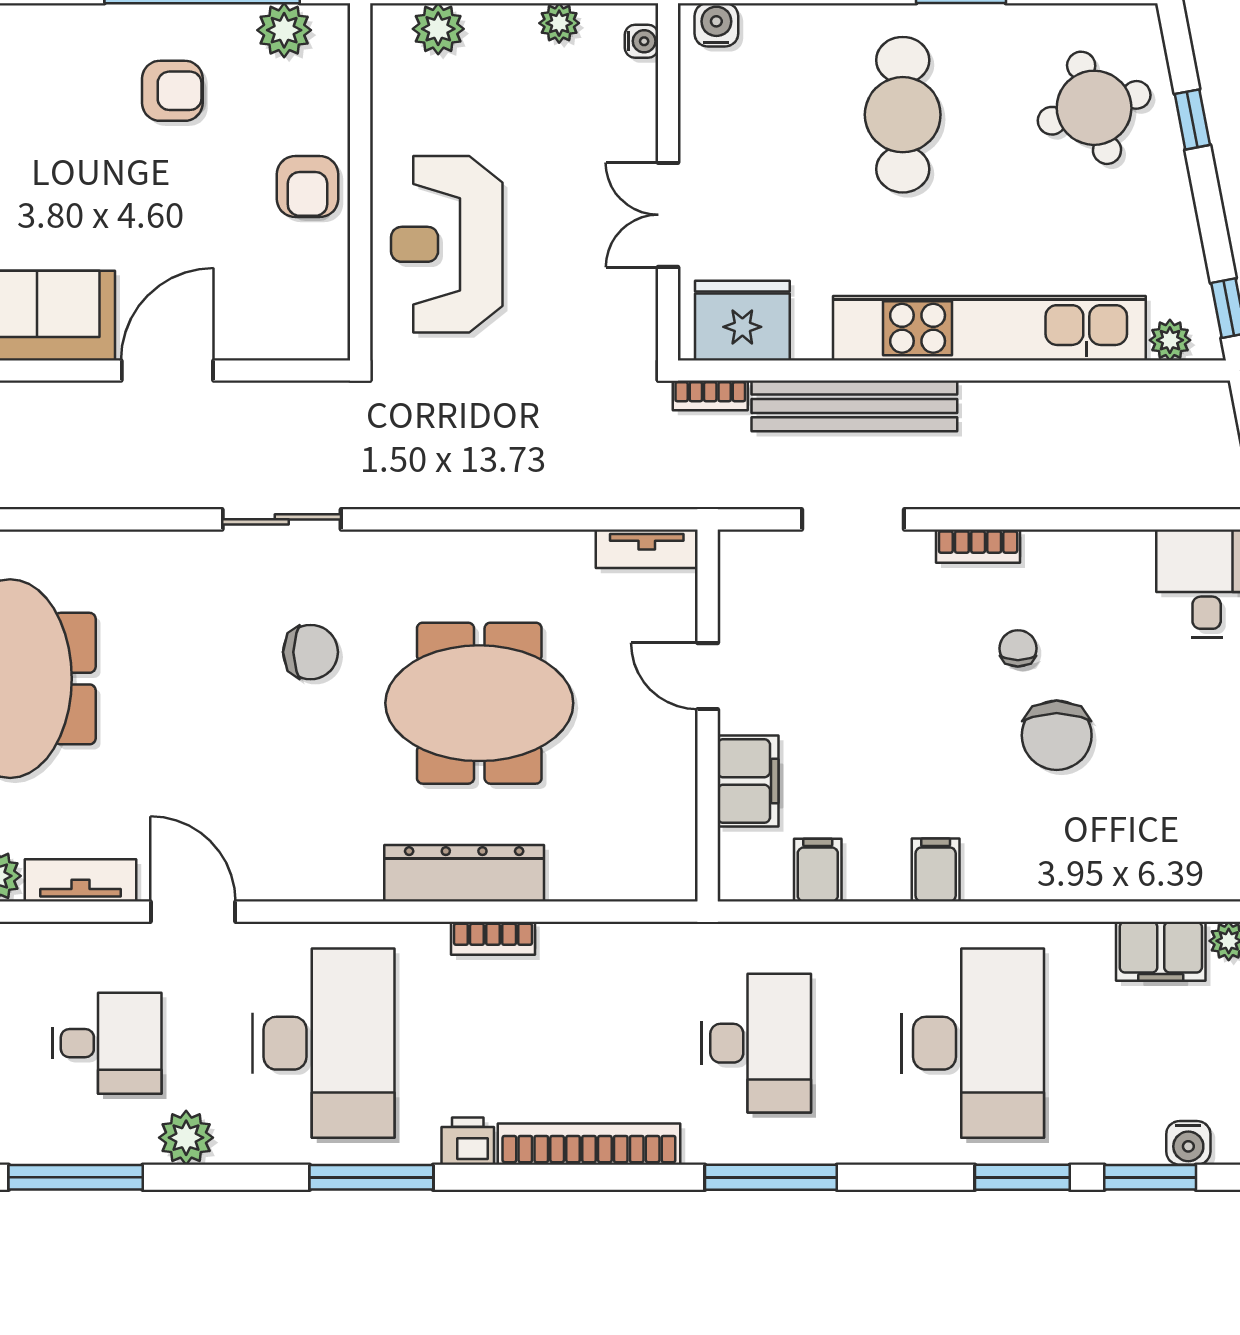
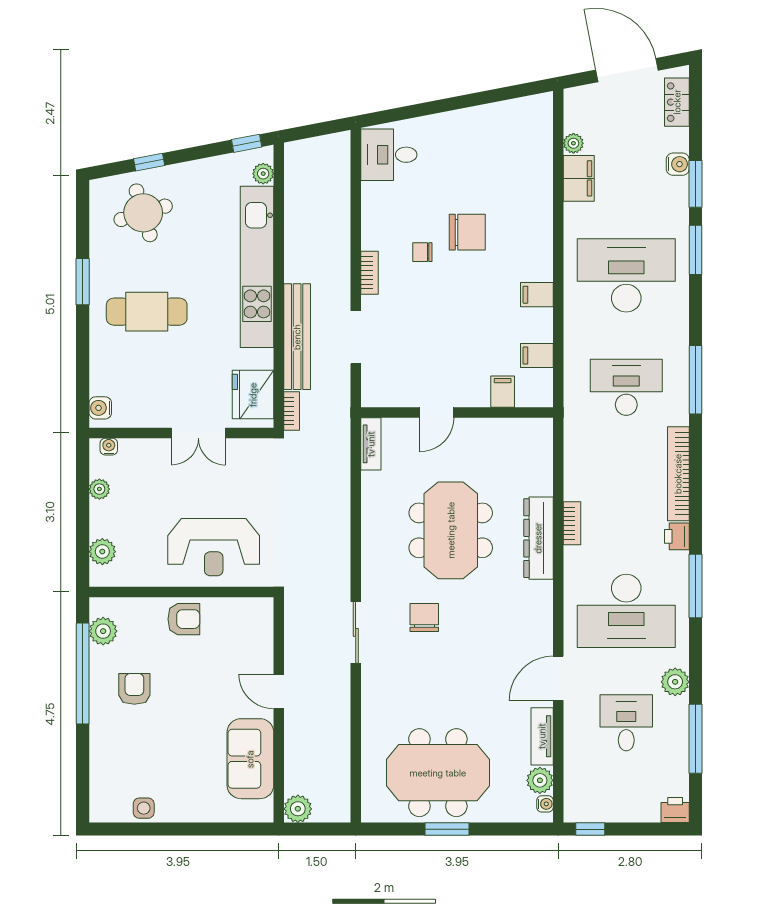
door: (167, 370) -> (279, 691), width x0.73
filing cabinet: (748, 781) -> (503, 392), width x0.50
desk: (323, 1043) -> (626, 611), turned 180

